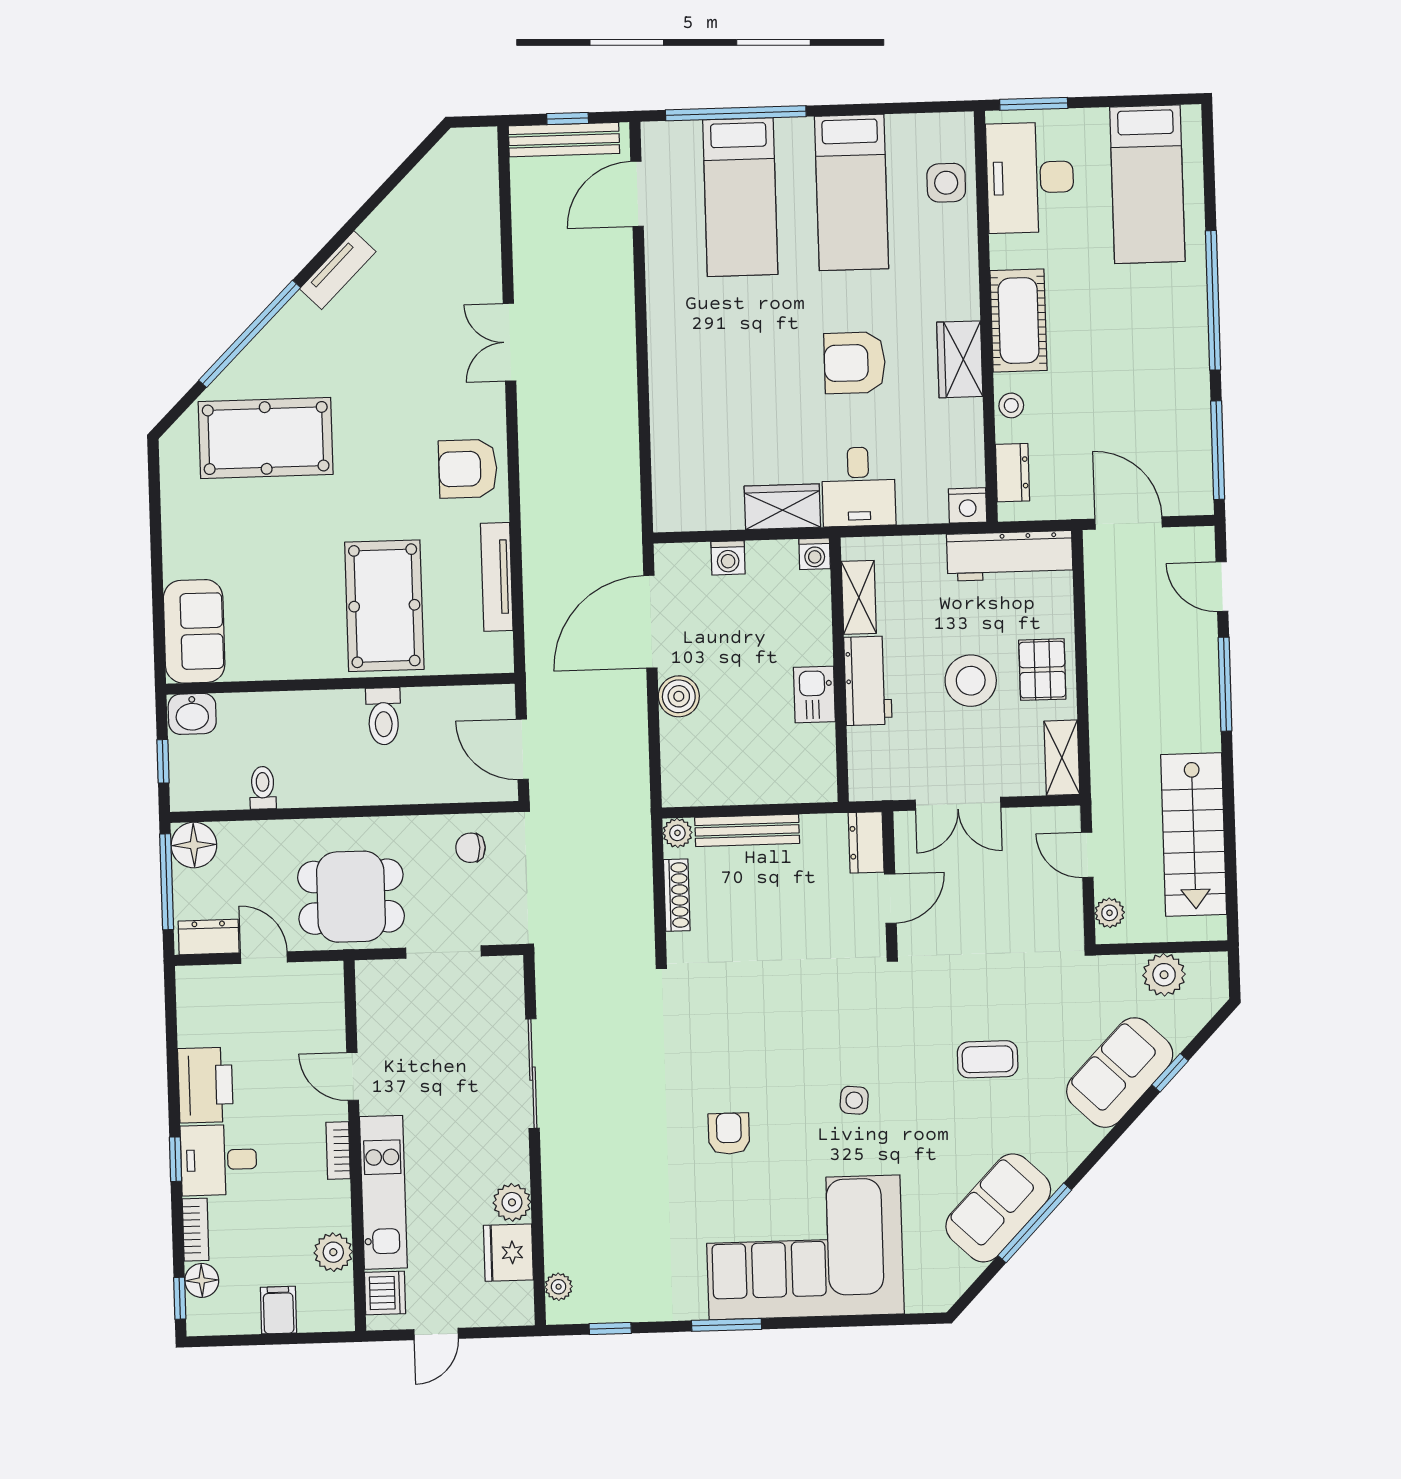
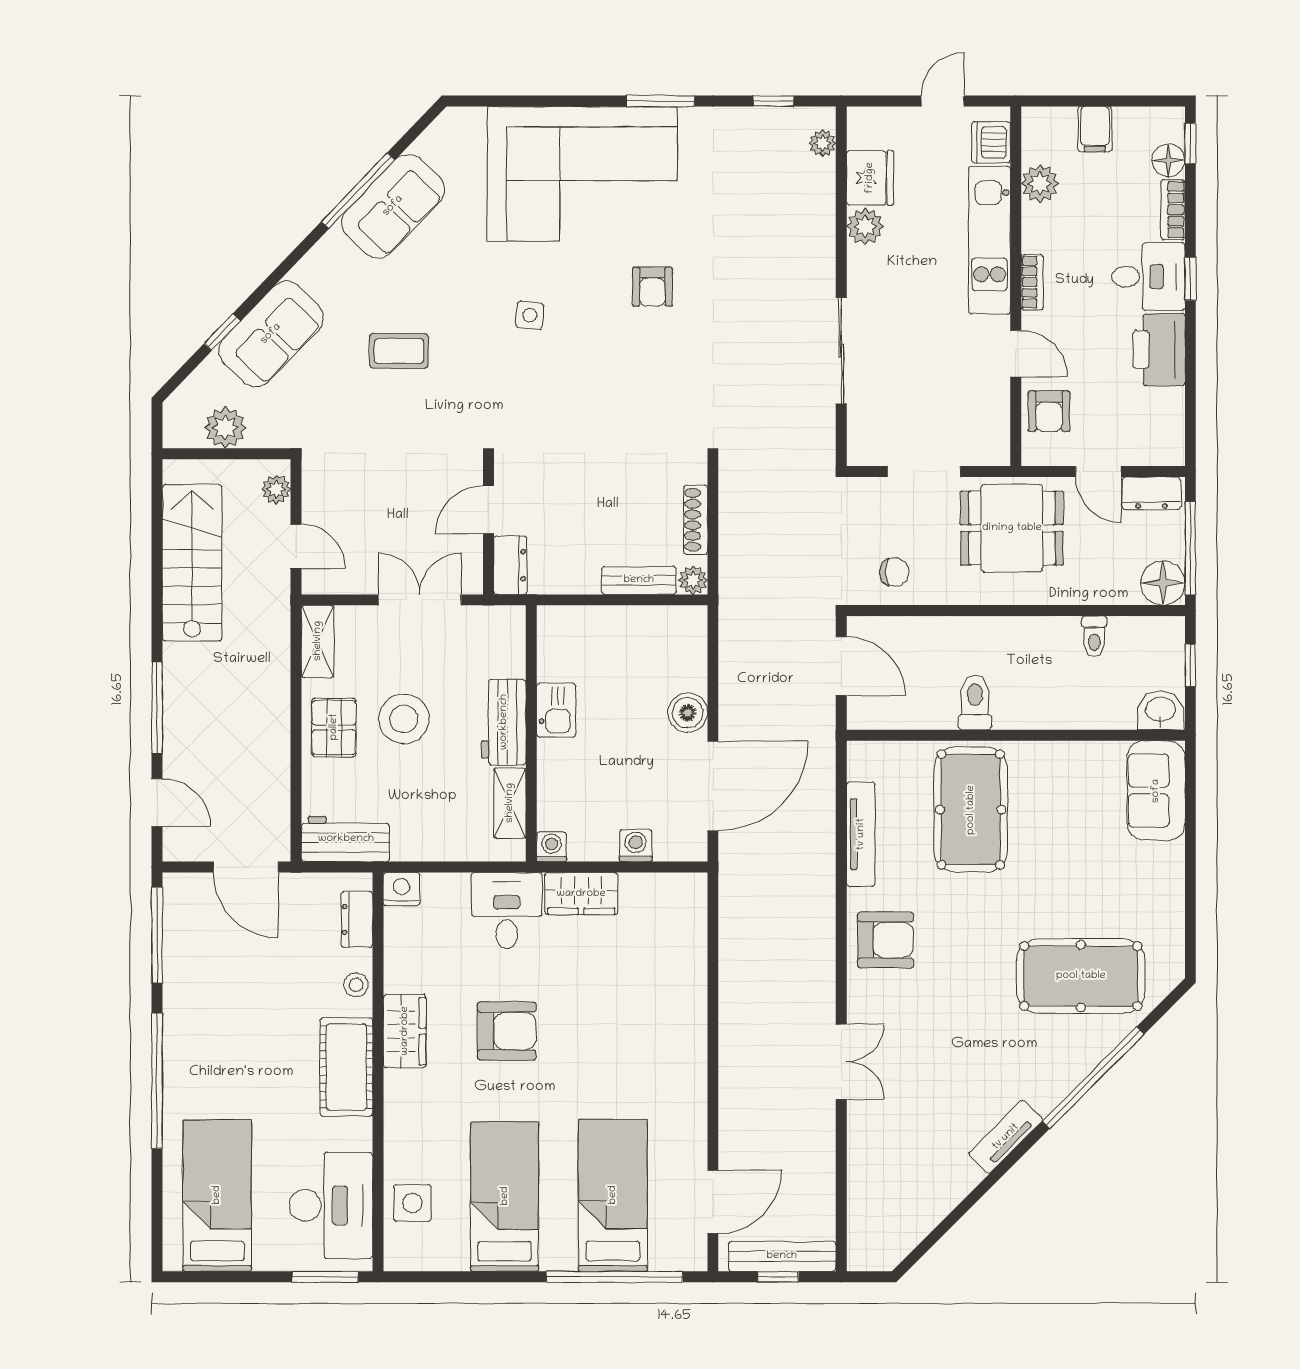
workbench: (1010, 556) -> (346, 839), width x0.73
bench: (747, 830) -> (639, 580), width x0.73
armchair: (317, 1018) -> (1049, 411), added

